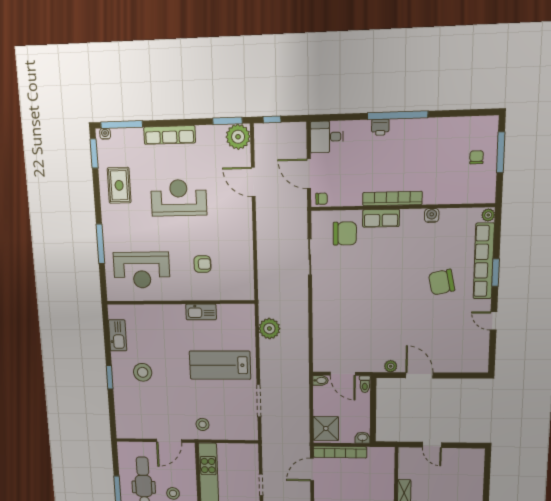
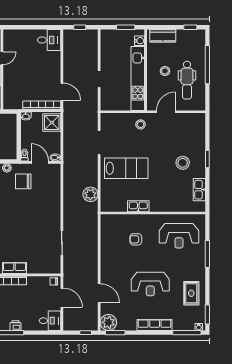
chair: (345, 233) -> (23, 181), moved
reception desk: (142, 270) -> (179, 236), turned 180
door: (312, 470) -> (62, 92), hinge flipped

